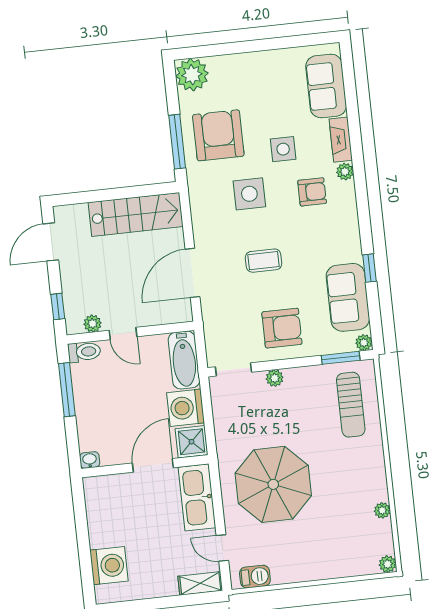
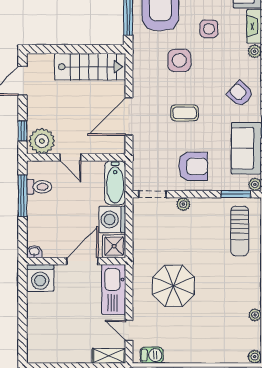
armchair: (312, 192) -> (240, 94), moved, turned -137
plant: (93, 324) -> (42, 141), width x1.87, depth x1.87
toilet: (84, 352) -> (39, 187), moved
parasol: (273, 484) -> (173, 286), width x0.73, depth x0.73
washing machine: (109, 566) -> (40, 278), moved, turned 90

